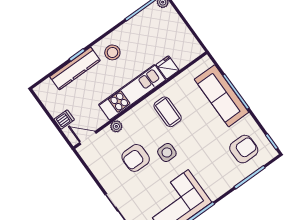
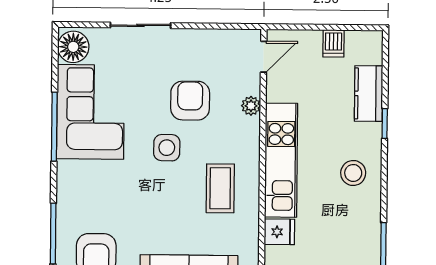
kitchen counter: (75, 69) -> (369, 93), width x0.67
coffee table: (168, 112) -> (220, 188), turned 90
dishwasher: (64, 119) -> (333, 43), moved

